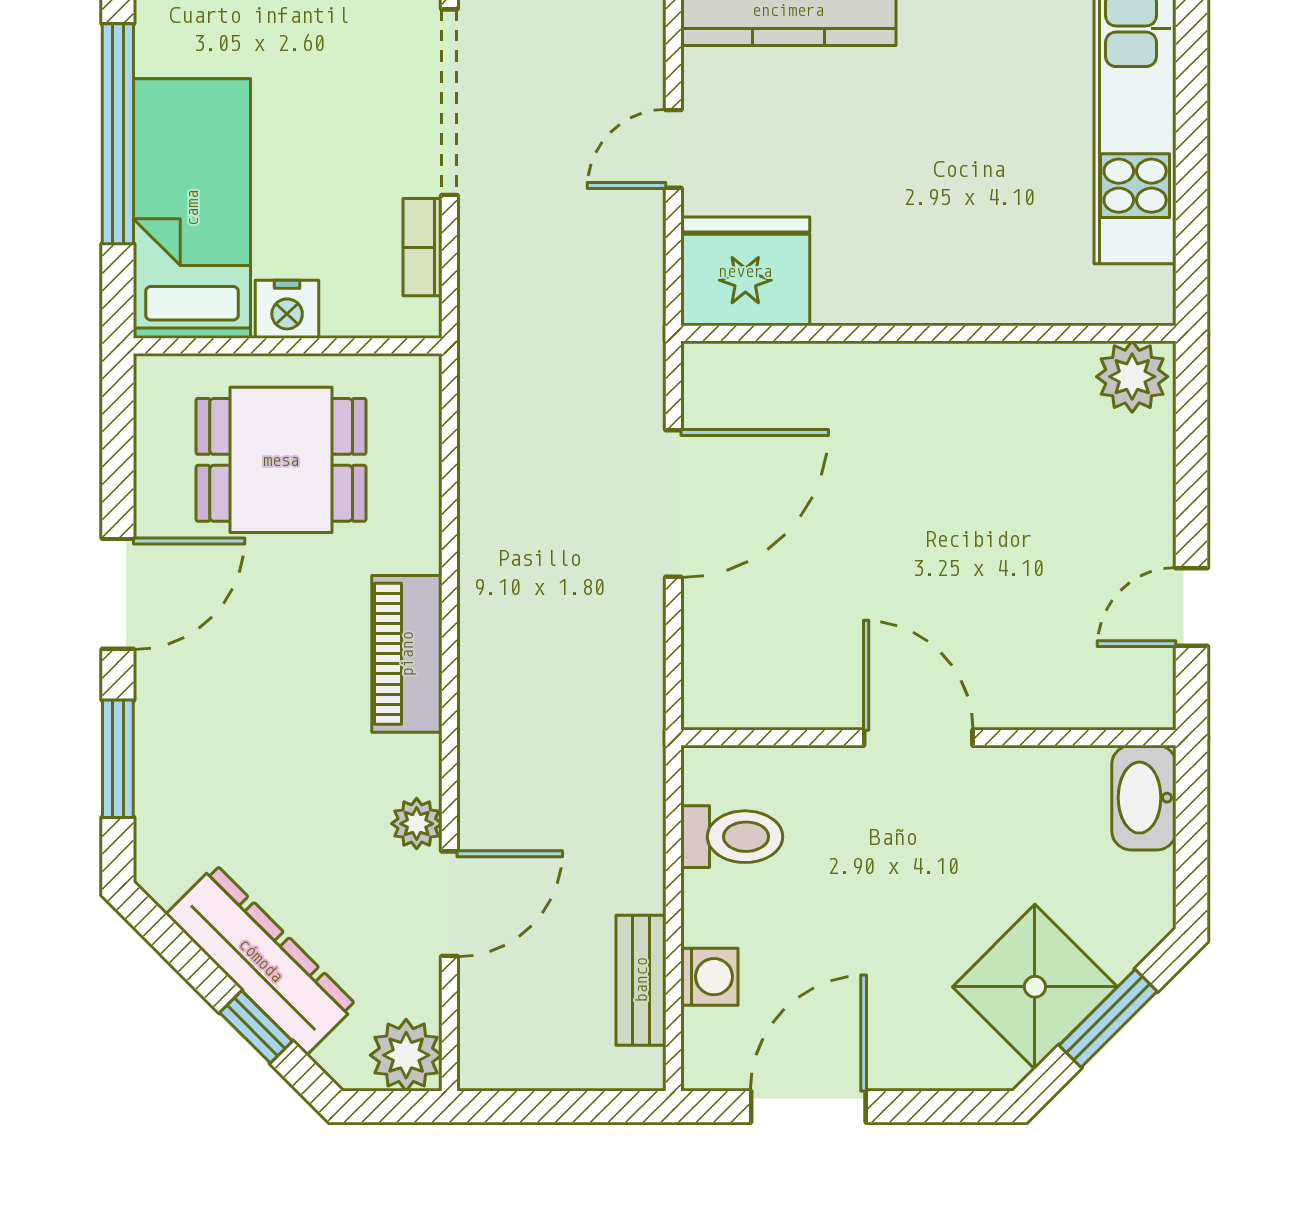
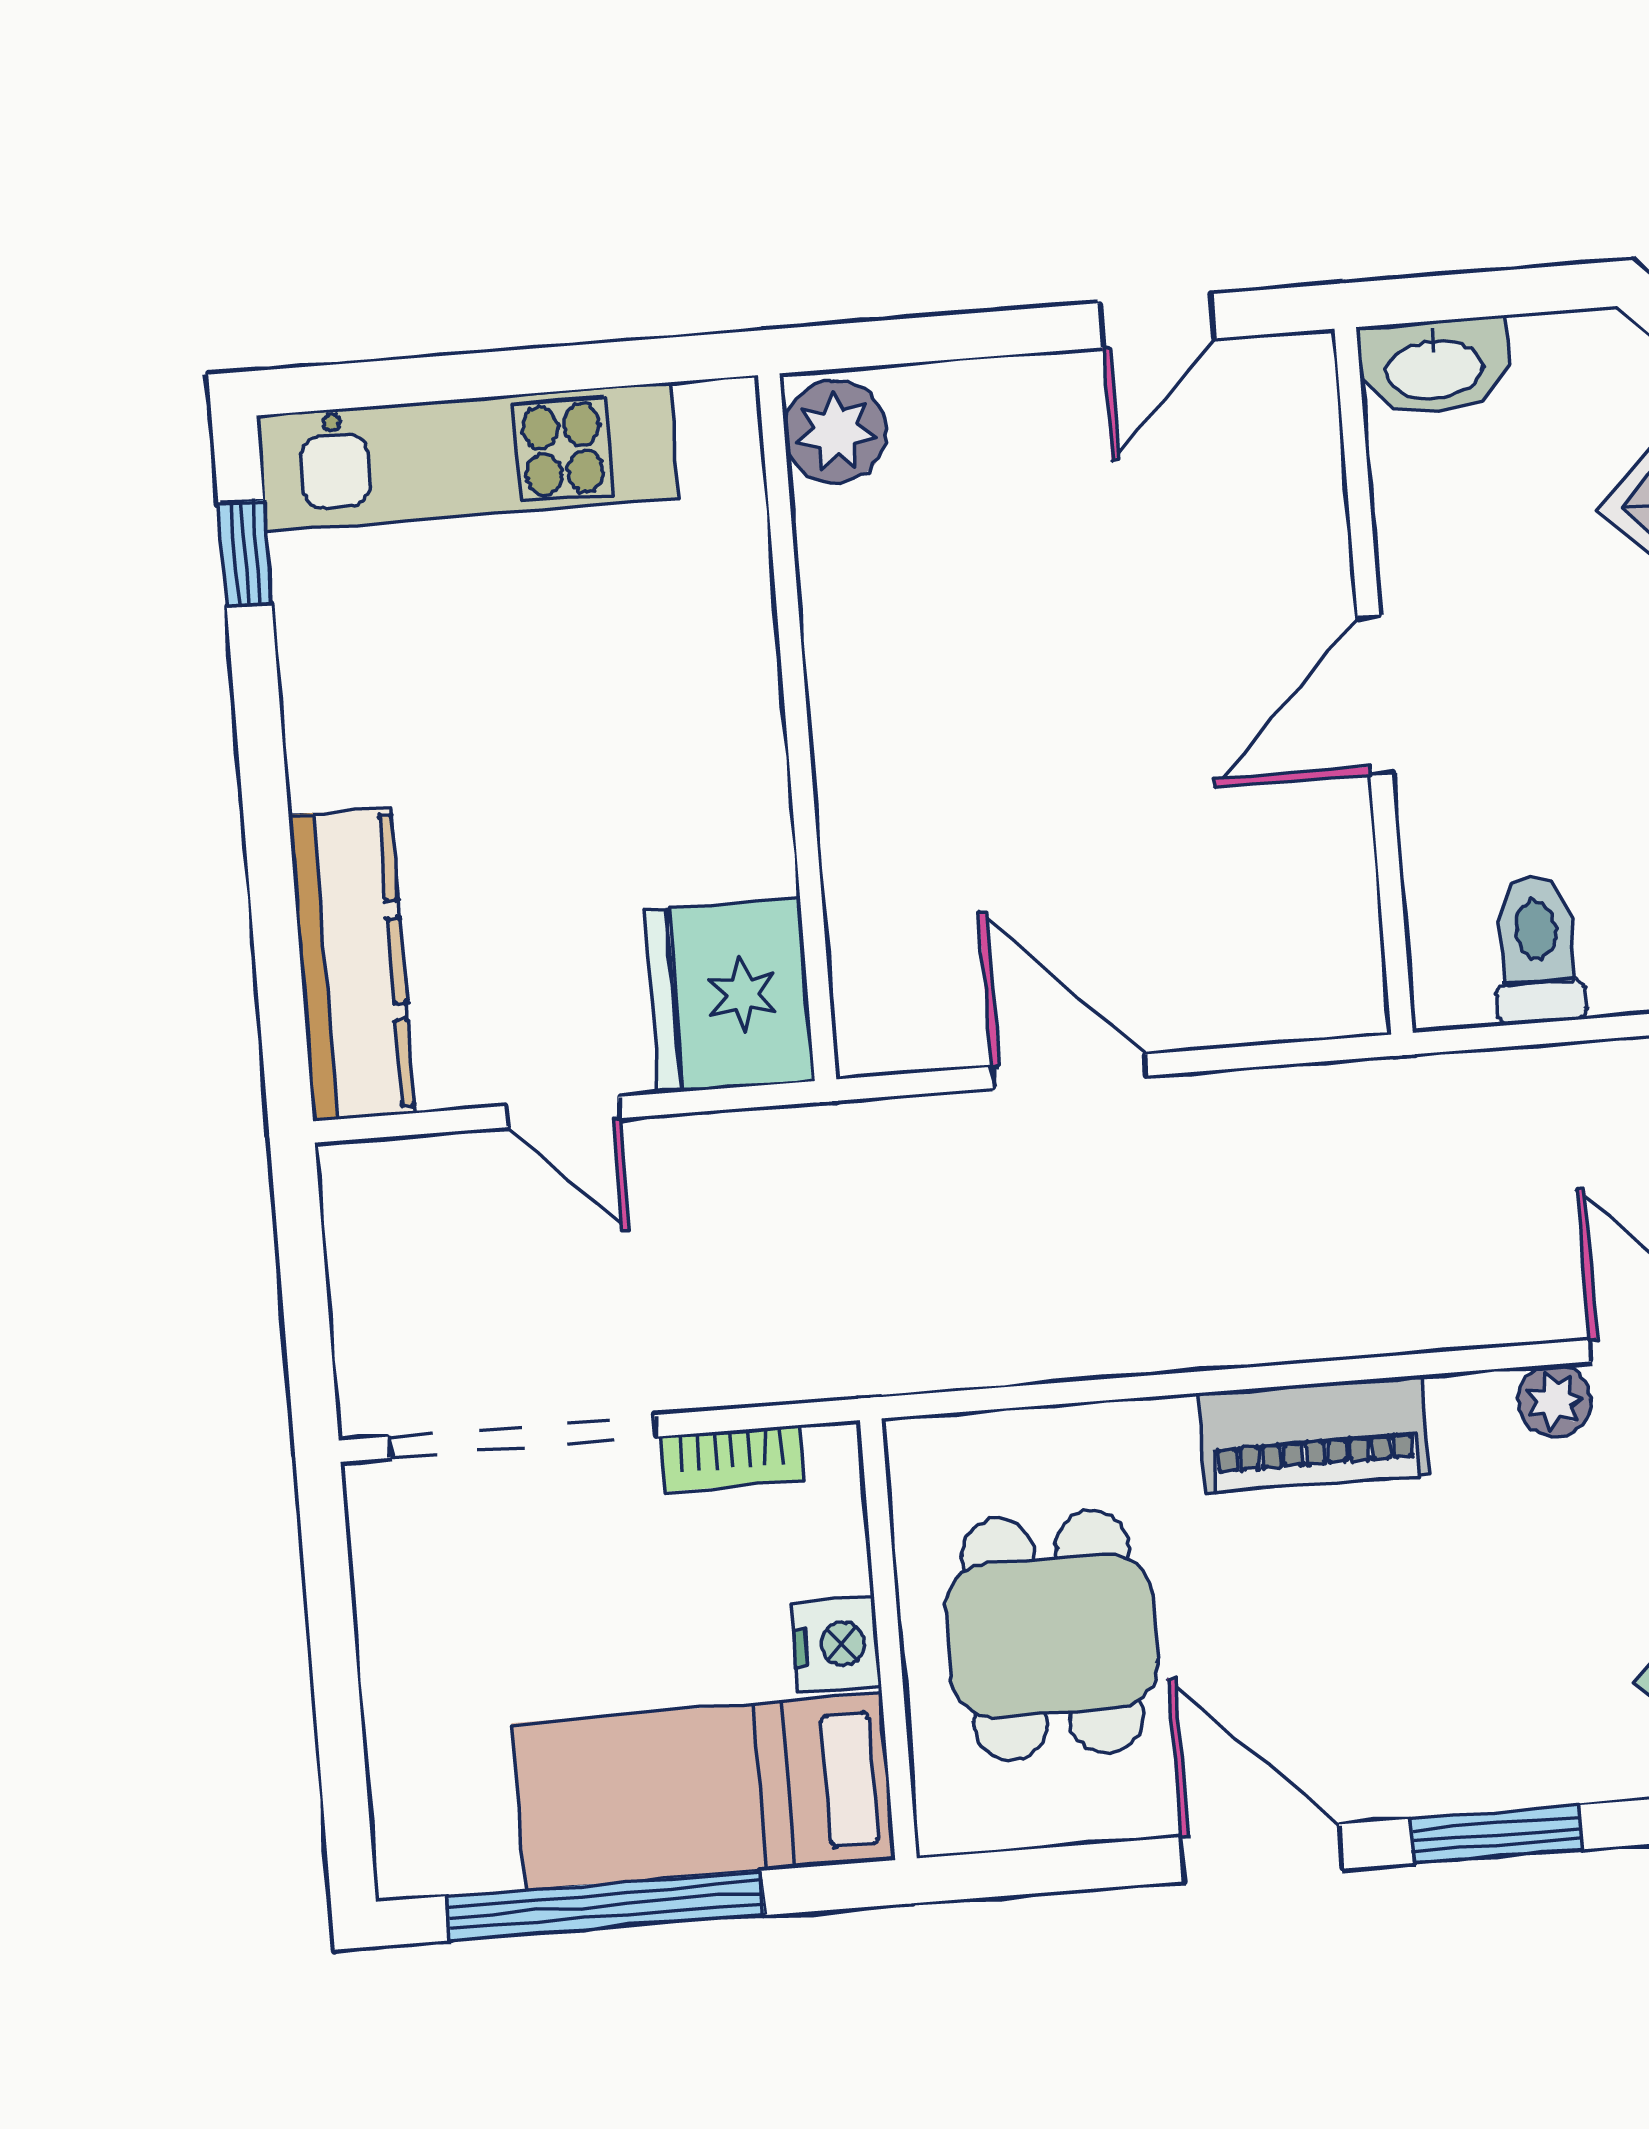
door: (673, 504) -> (1069, 1071), width x0.73
door: (1192, 607) -> (1157, 321), hinge flipped

